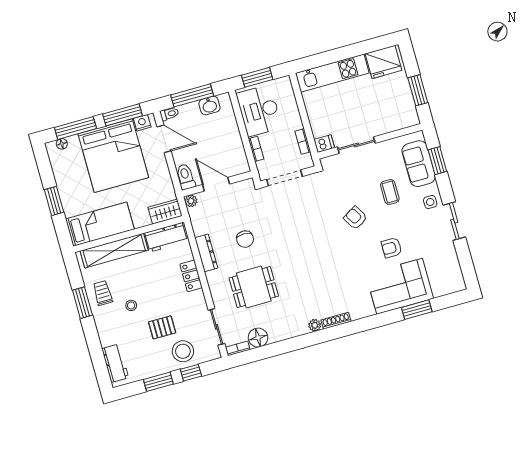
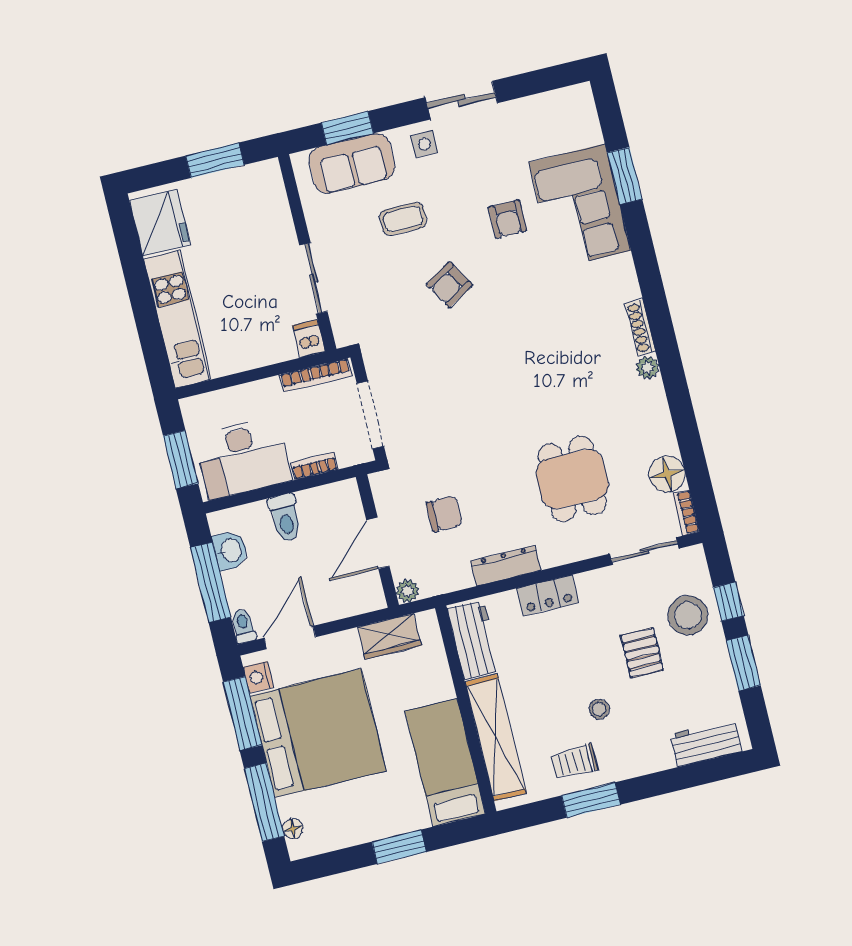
bookcase: (303, 141) -> (316, 375), width x1.56
toilet: (186, 177) -> (285, 518), moved, turned -90
wardrobe: (165, 211) -> (389, 636), moved, turned -90
chair: (245, 239) -> (444, 514), moved

